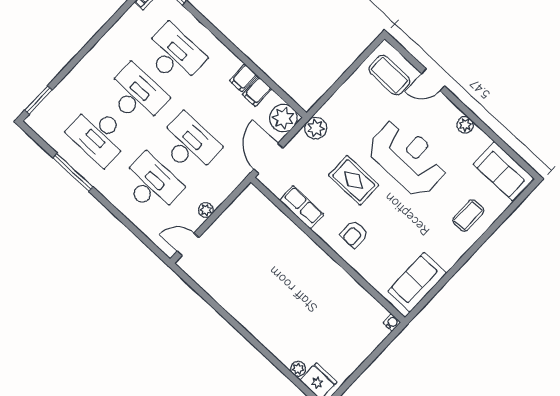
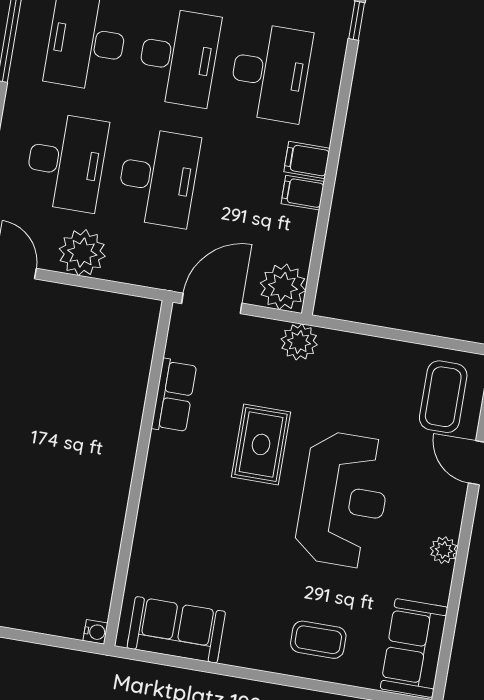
filing cabinet: (257, 92) -> (307, 160), moved
plant: (206, 210) -> (82, 253), width x1.88, depth x1.88
armchair: (354, 234) -> (185, 496), removed

